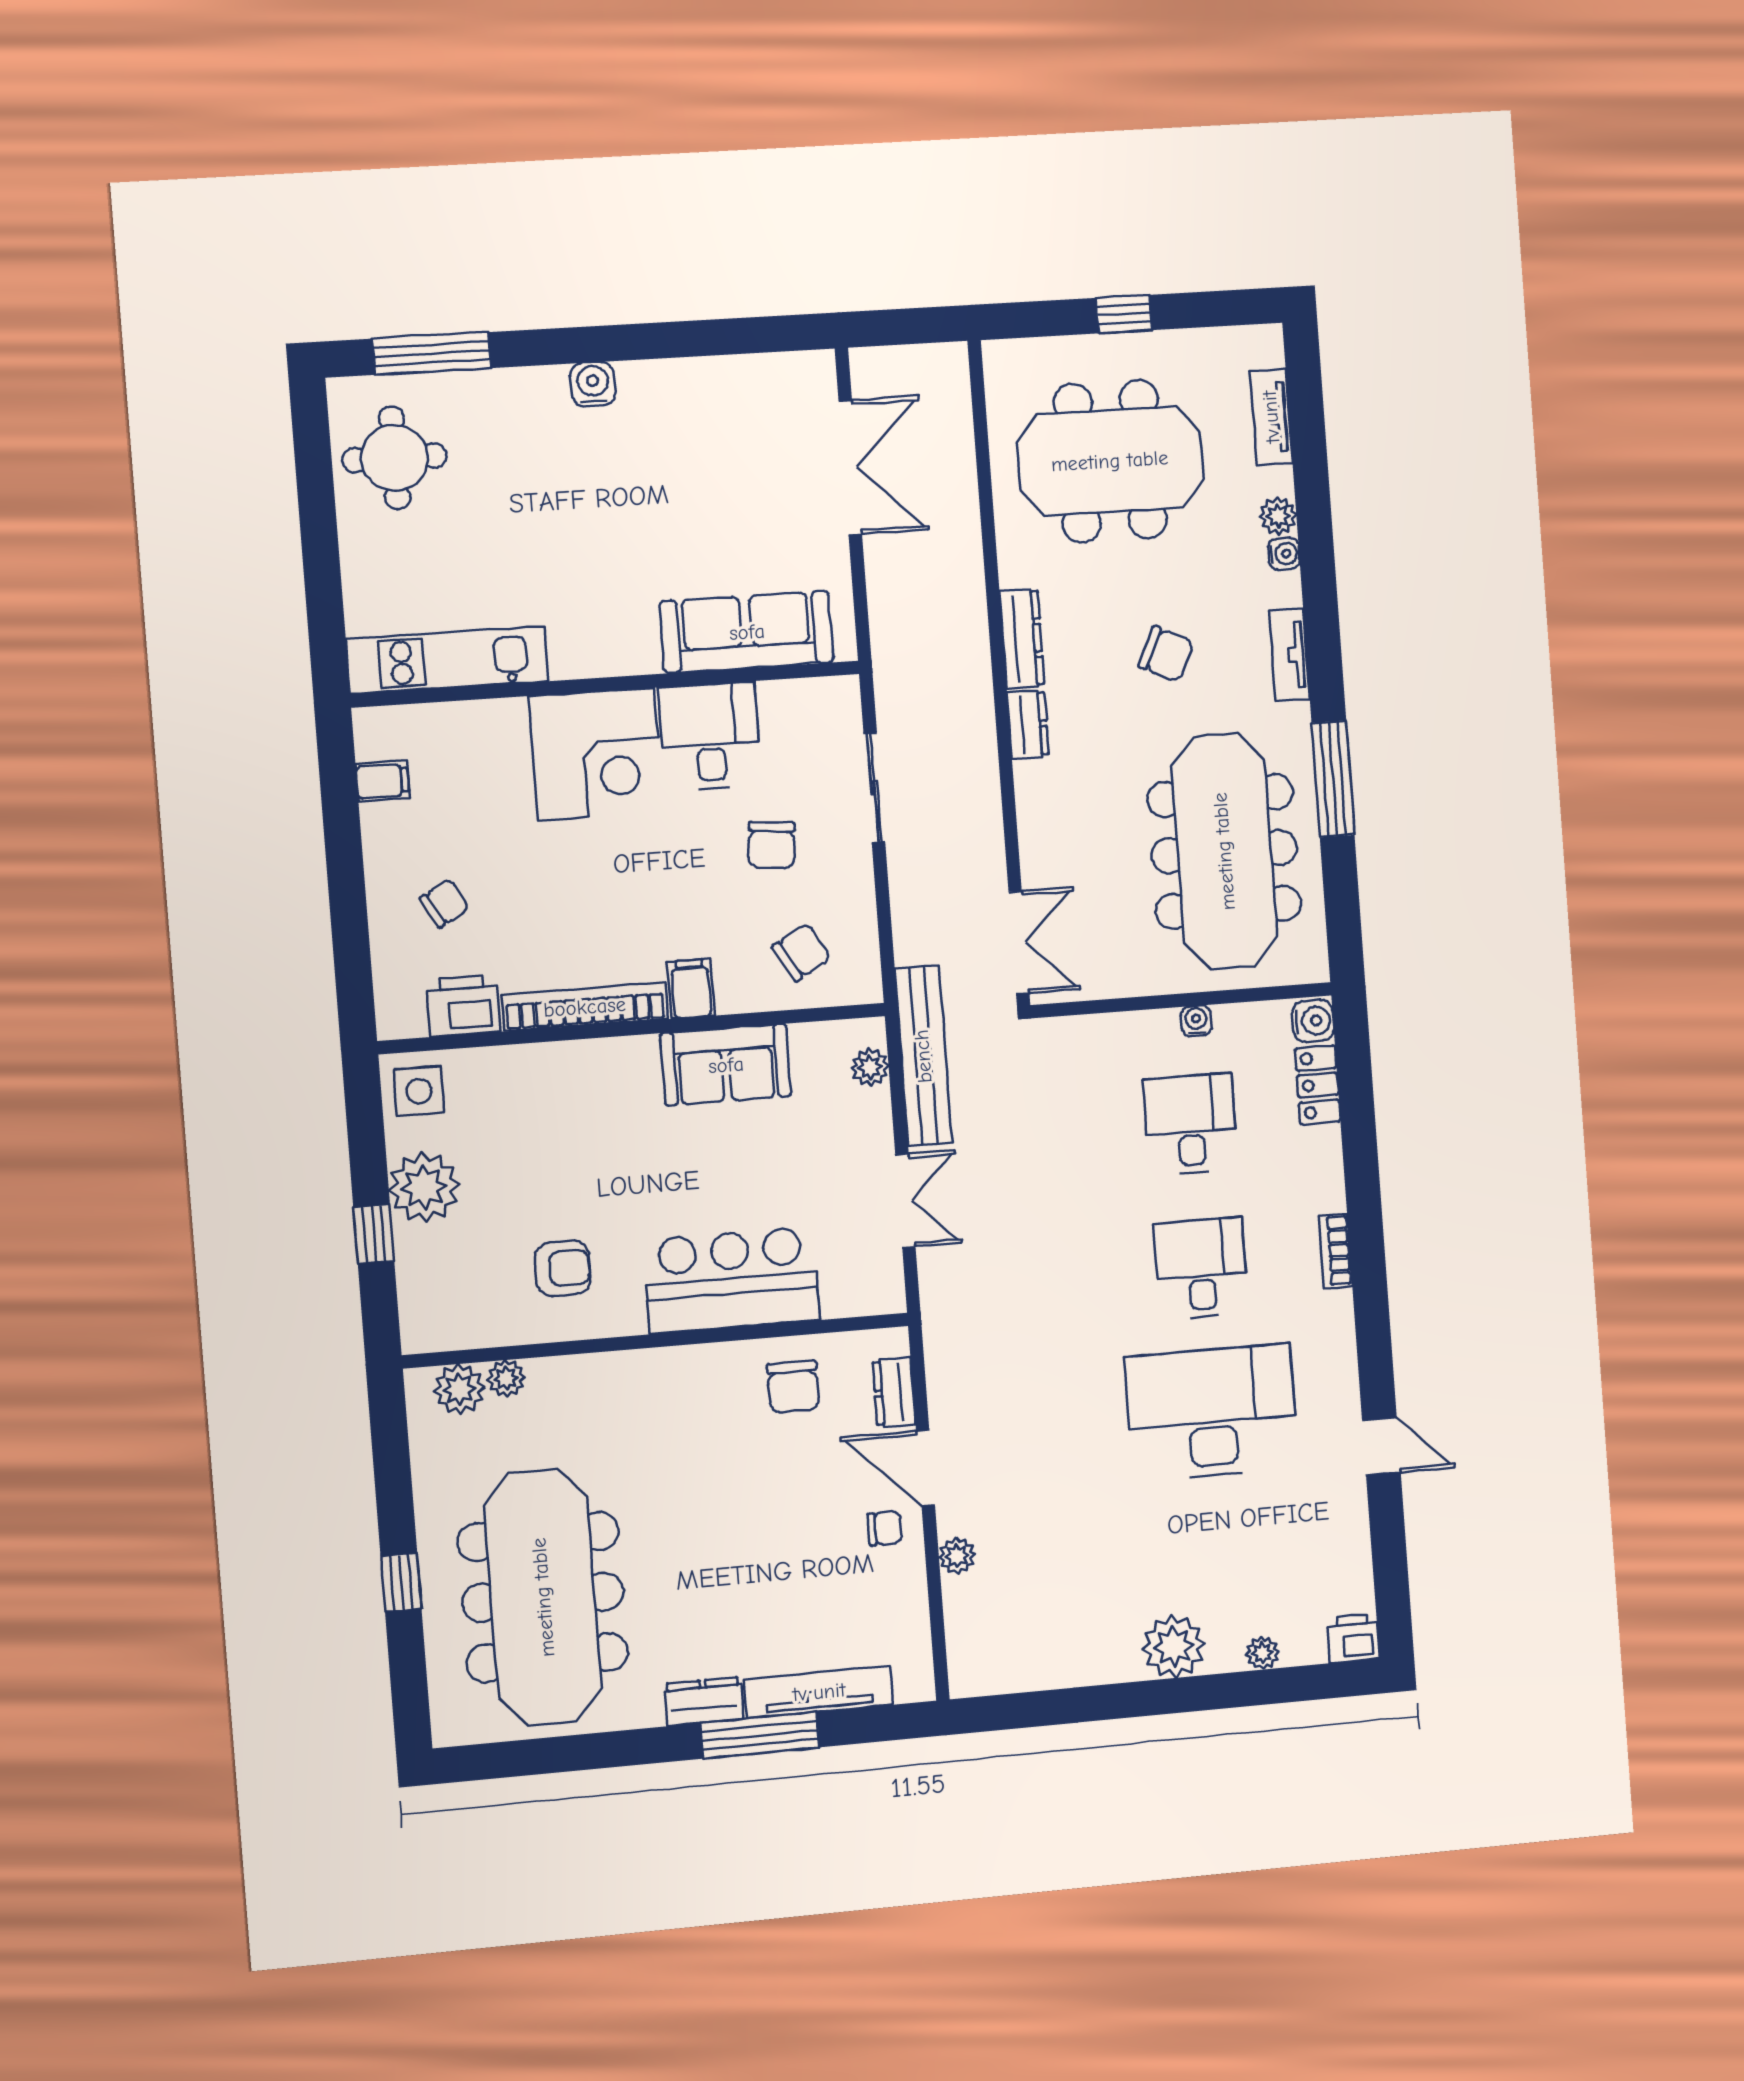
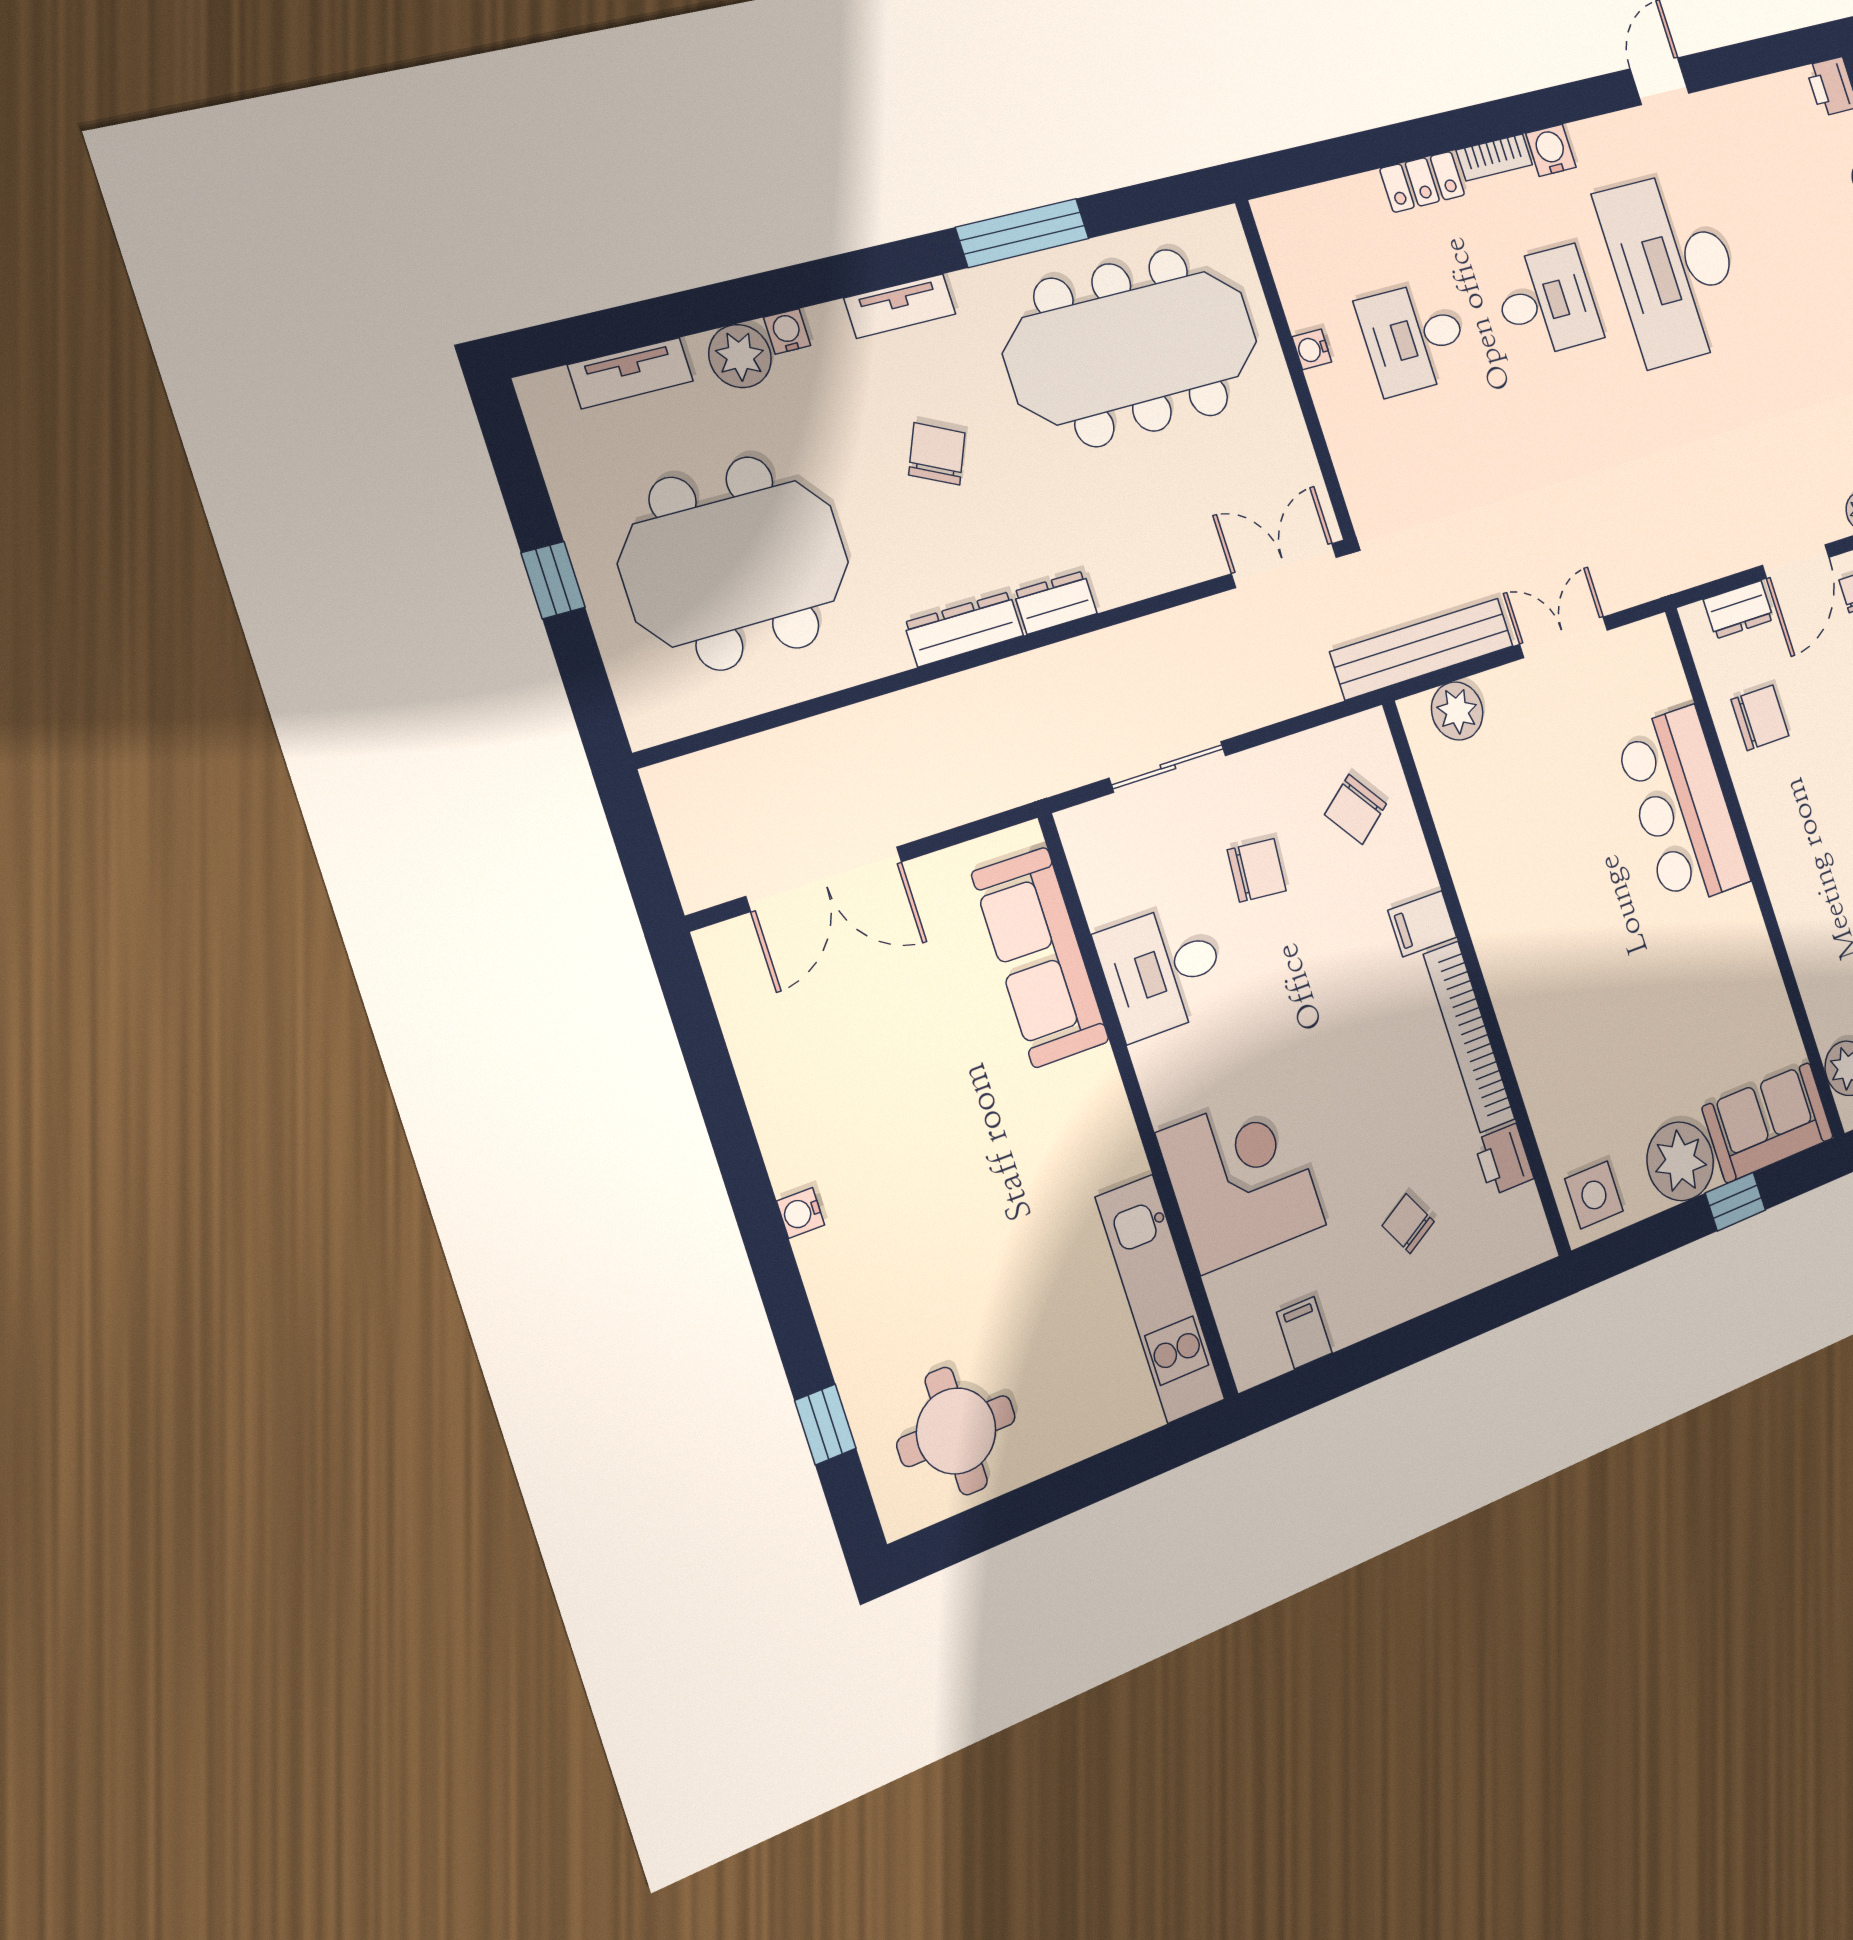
window: (432, 353) -> (825, 1424), width x0.46
water cooler: (593, 384) -> (801, 1213), width x0.72, depth x0.72
meeting table: (1110, 461) -> (735, 563), turned 90
double door: (850, 467) -> (824, 879), swing flipped
plant: (1278, 516) -> (740, 356), width x1.38, depth x1.38
corner desk: (596, 754) -> (1241, 1179), moved
chair: (801, 952) -> (1356, 809), turned -97
printer: (463, 1006) -> (1504, 1160), width x0.73, depth x0.81
water cooler: (1313, 1021) -> (1551, 150), moved
sofa: (726, 1065) -> (1768, 1122), moved, turned -90
plant: (870, 1067) -> (1457, 711), width x1.38, depth x1.38
locker: (1318, 1085) -> (1422, 182), moved
armchair: (563, 1268) -> (1716, 991), removed
desk: (1201, 1268) -> (1547, 302), turned 180
plant: (506, 1378) -> (1827, 1022), removed

